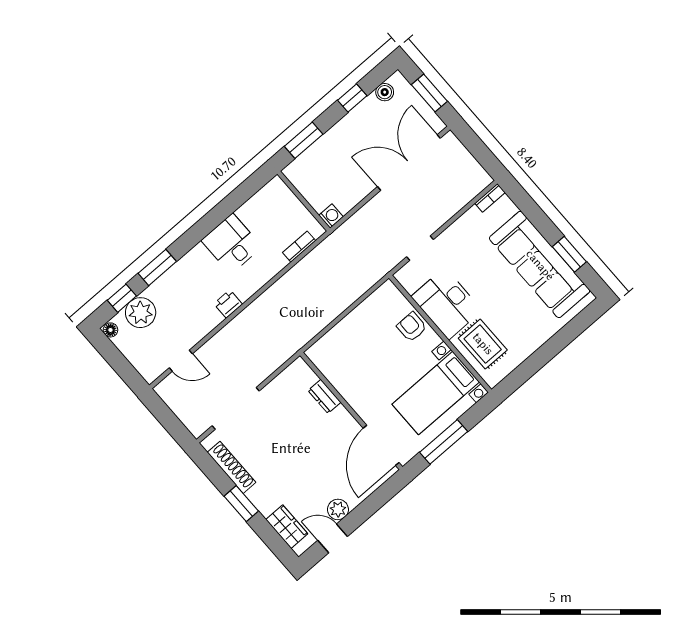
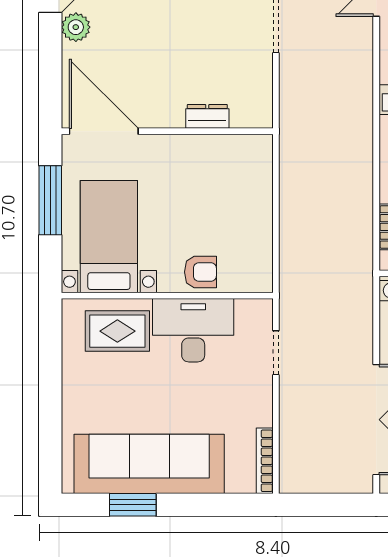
bookcase: (490, 198) -> (265, 461), width x1.56

